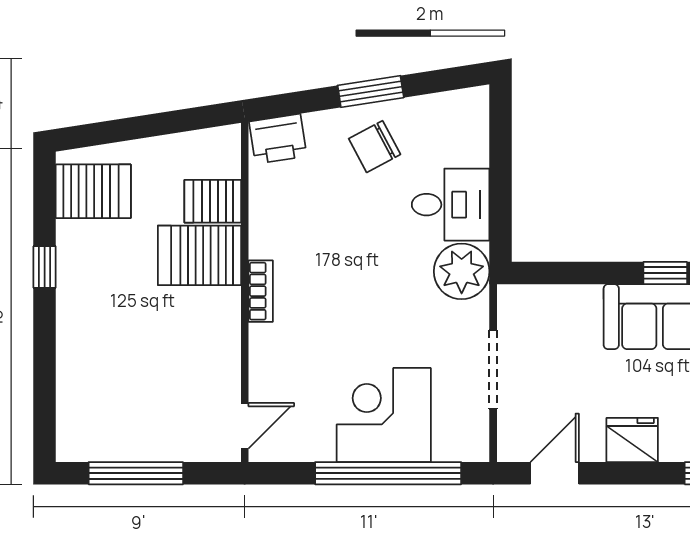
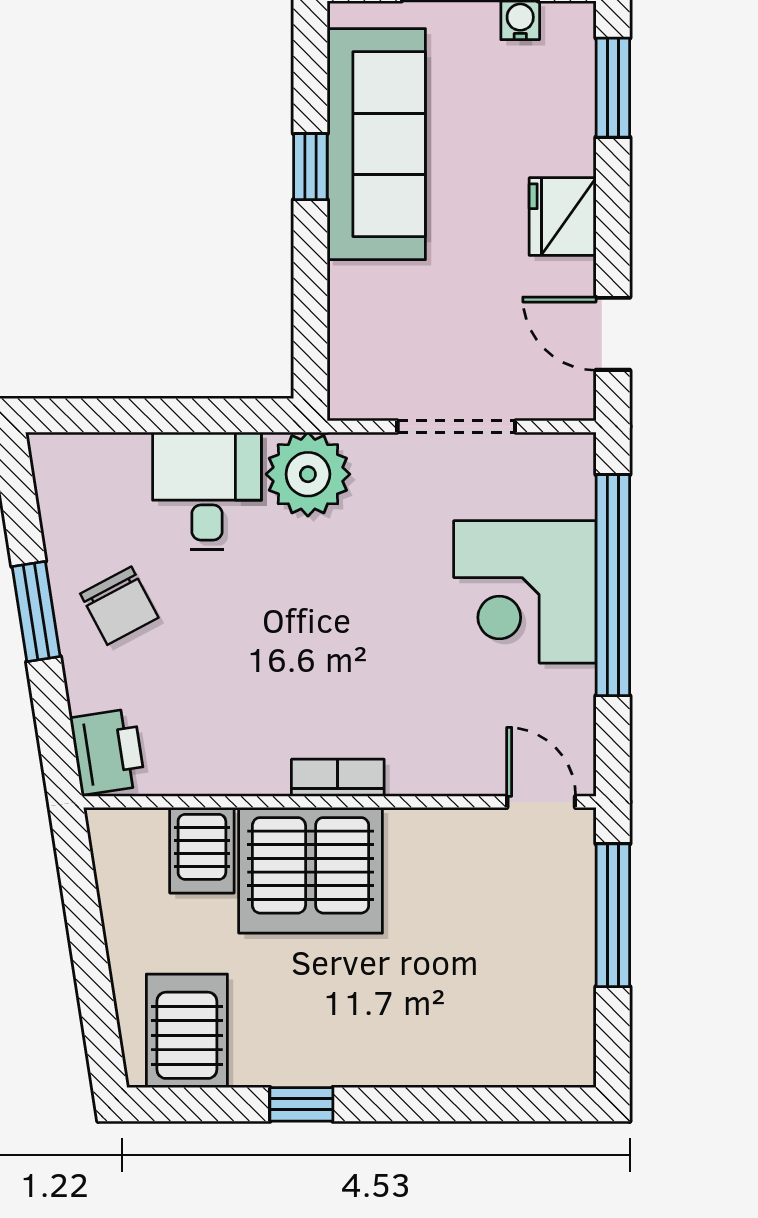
server rack: (199, 255) -> (311, 870), width x1.60
window: (136, 473) -> (613, 915), moved

